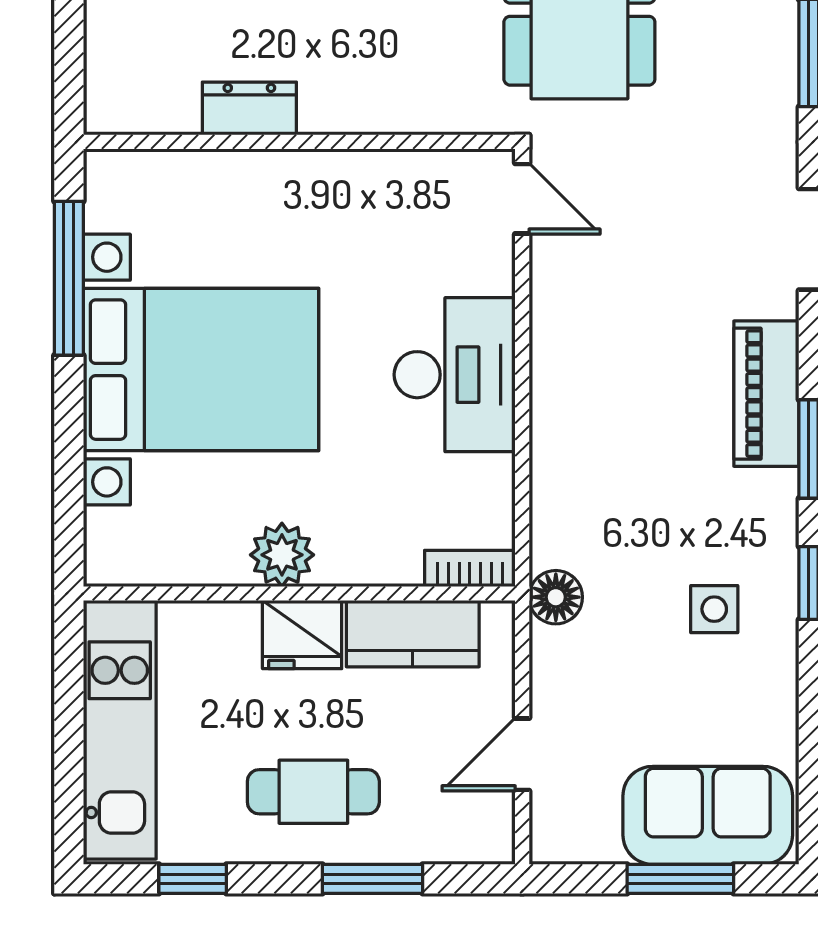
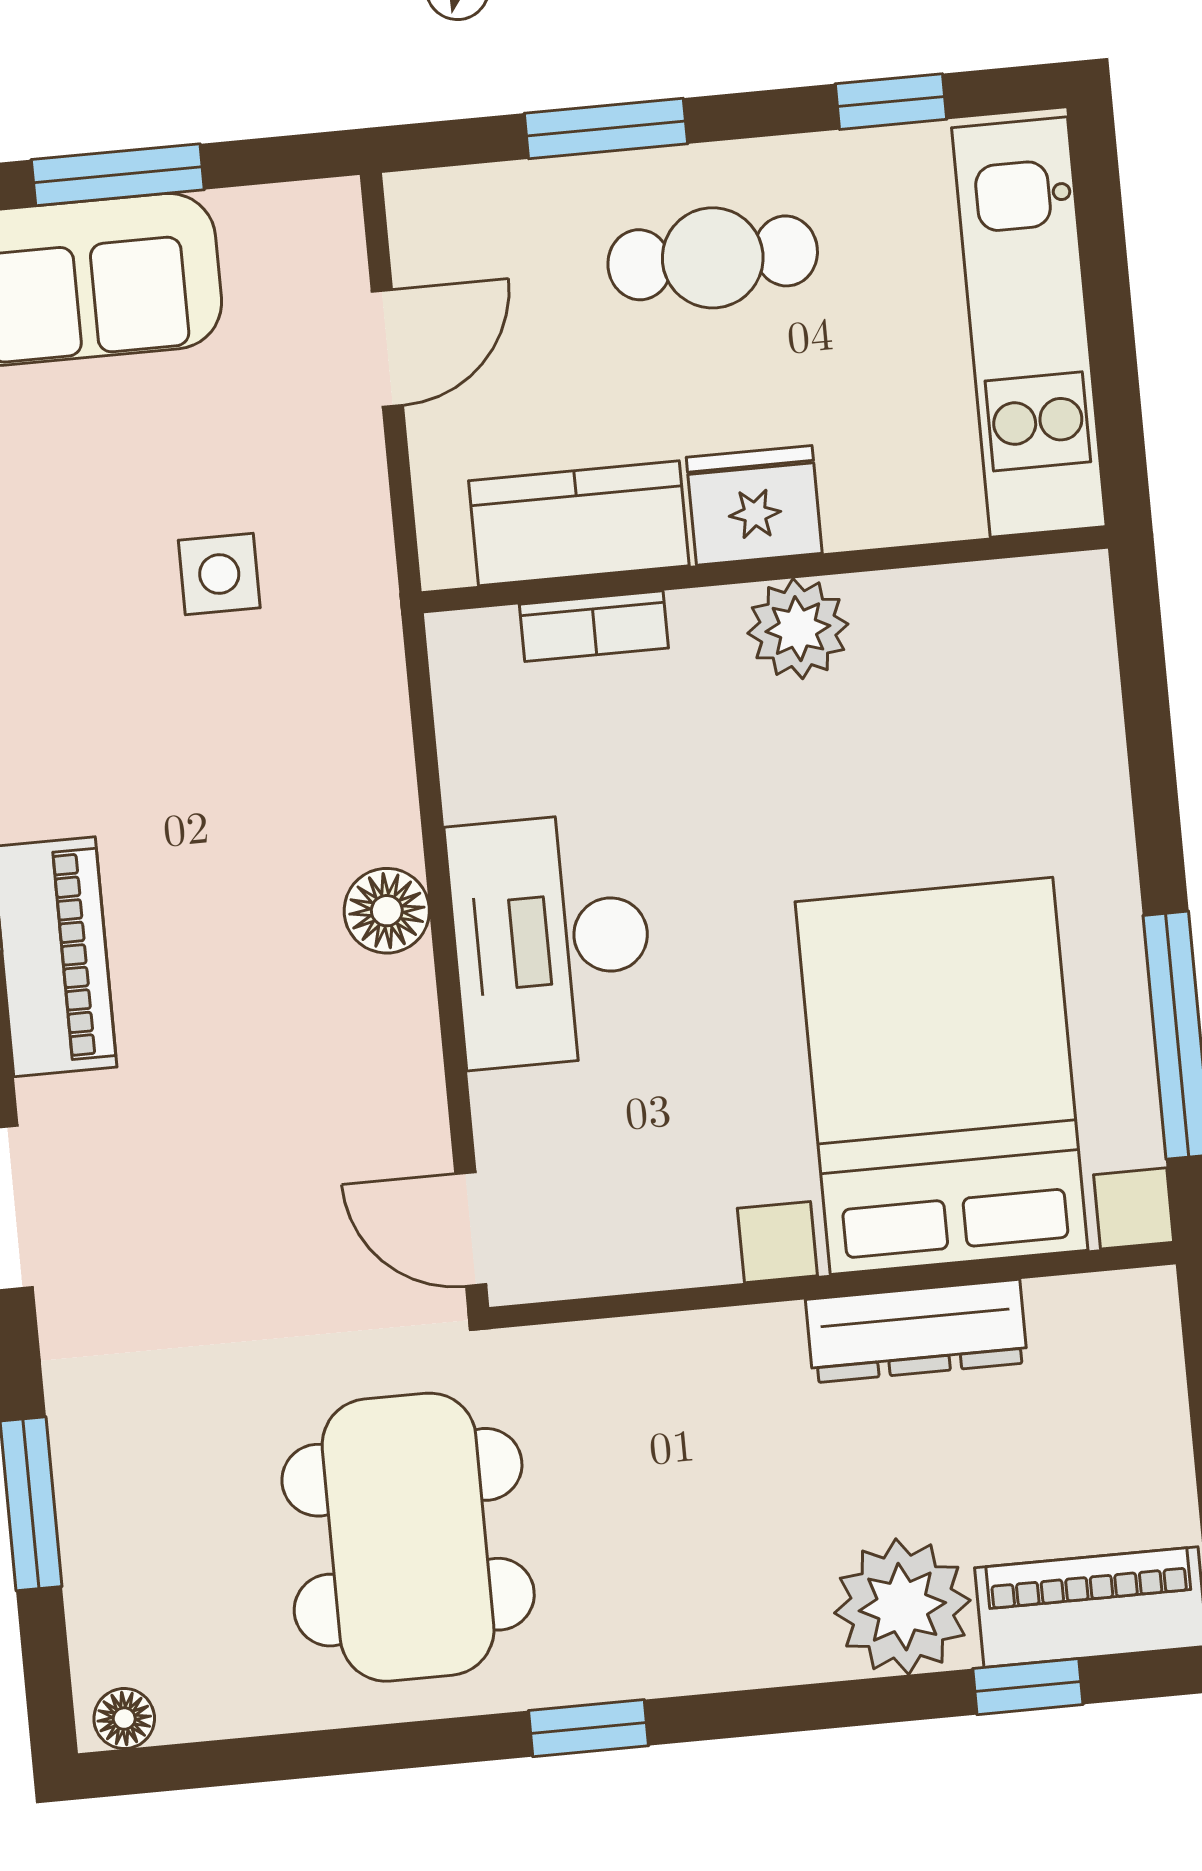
dresser: (249, 109) -> (916, 1331), width x1.44
bed with nightstands: (201, 370) -> (941, 1076), moved, turned 90
bookcase: (470, 568) -> (594, 626), moved
floor lamp: (556, 597) -> (387, 911), moved
side table: (714, 609) -> (219, 574), moved

